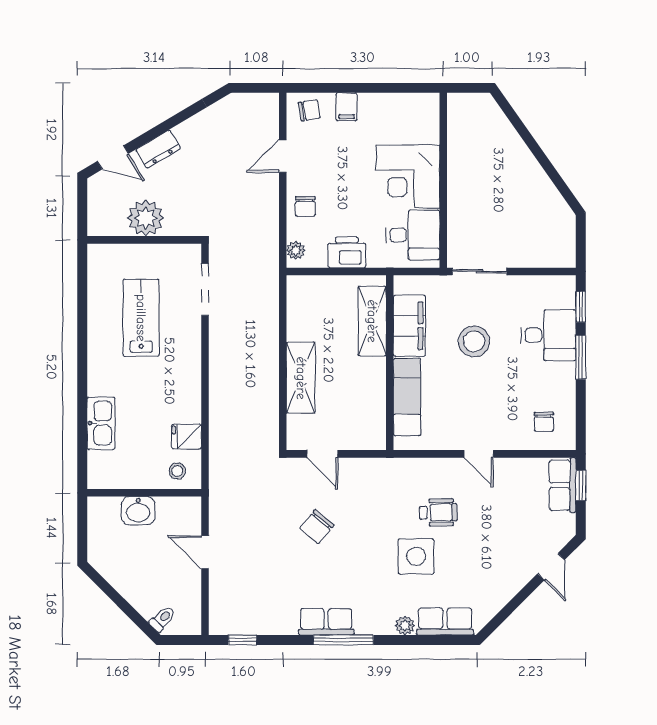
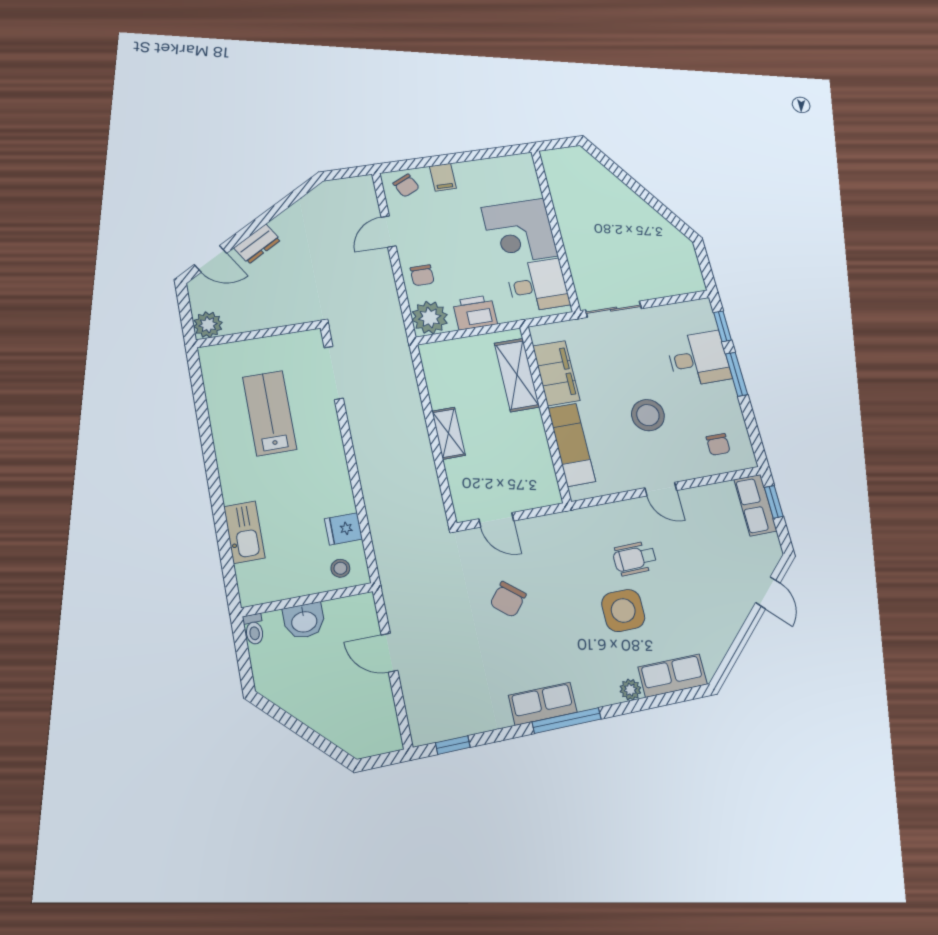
chair: (309, 110) -> (406, 186), turned 74
plant: (146, 218) -> (208, 325), moved, width x0.73, depth x0.73
plant: (296, 250) -> (430, 318), width x1.88, depth x1.88
stool: (474, 341) -> (648, 415), moved
shelving: (301, 378) -> (449, 433), width x0.67, depth x0.75
wheelchair: (438, 512) -> (635, 558), turned 180
toilet: (163, 619) -> (254, 629), moved, turned 135

